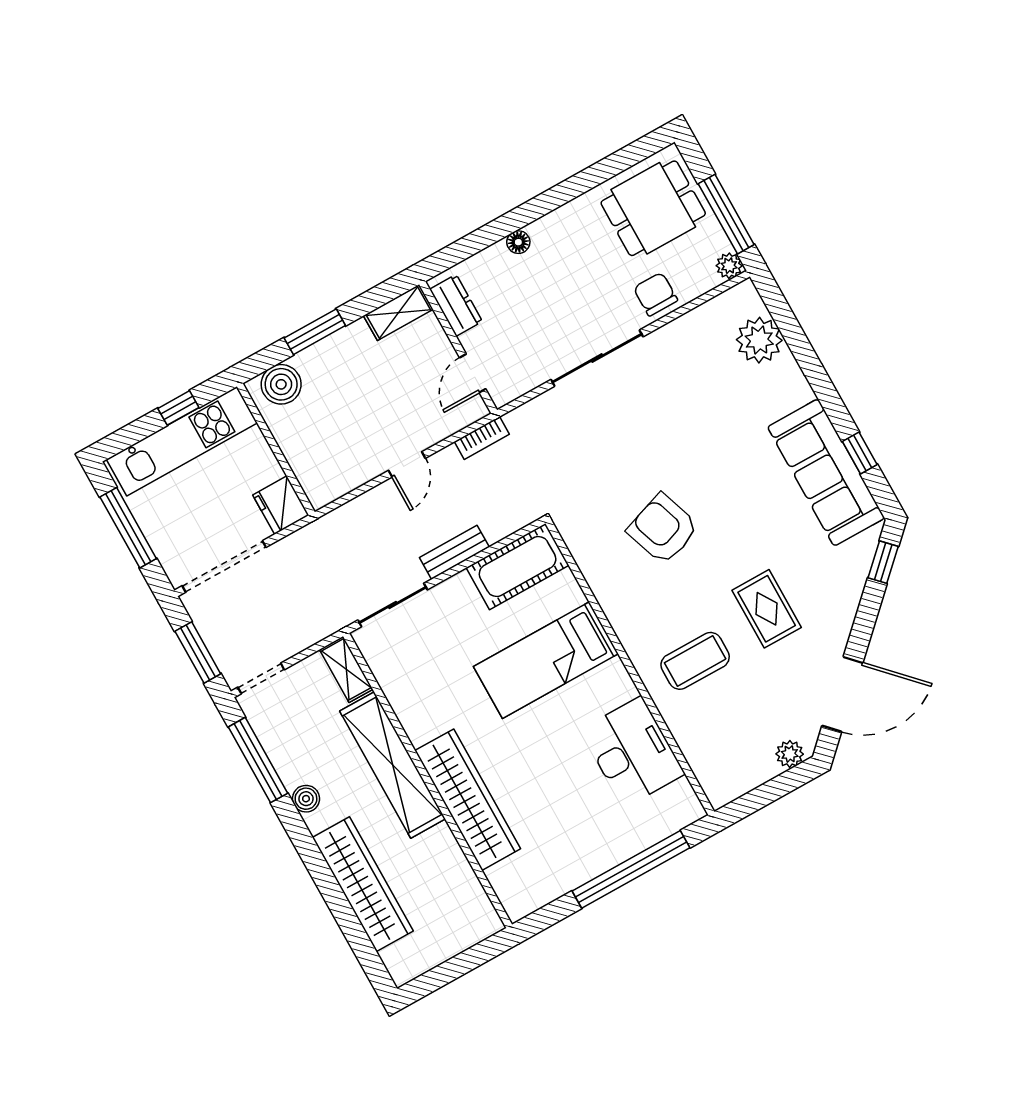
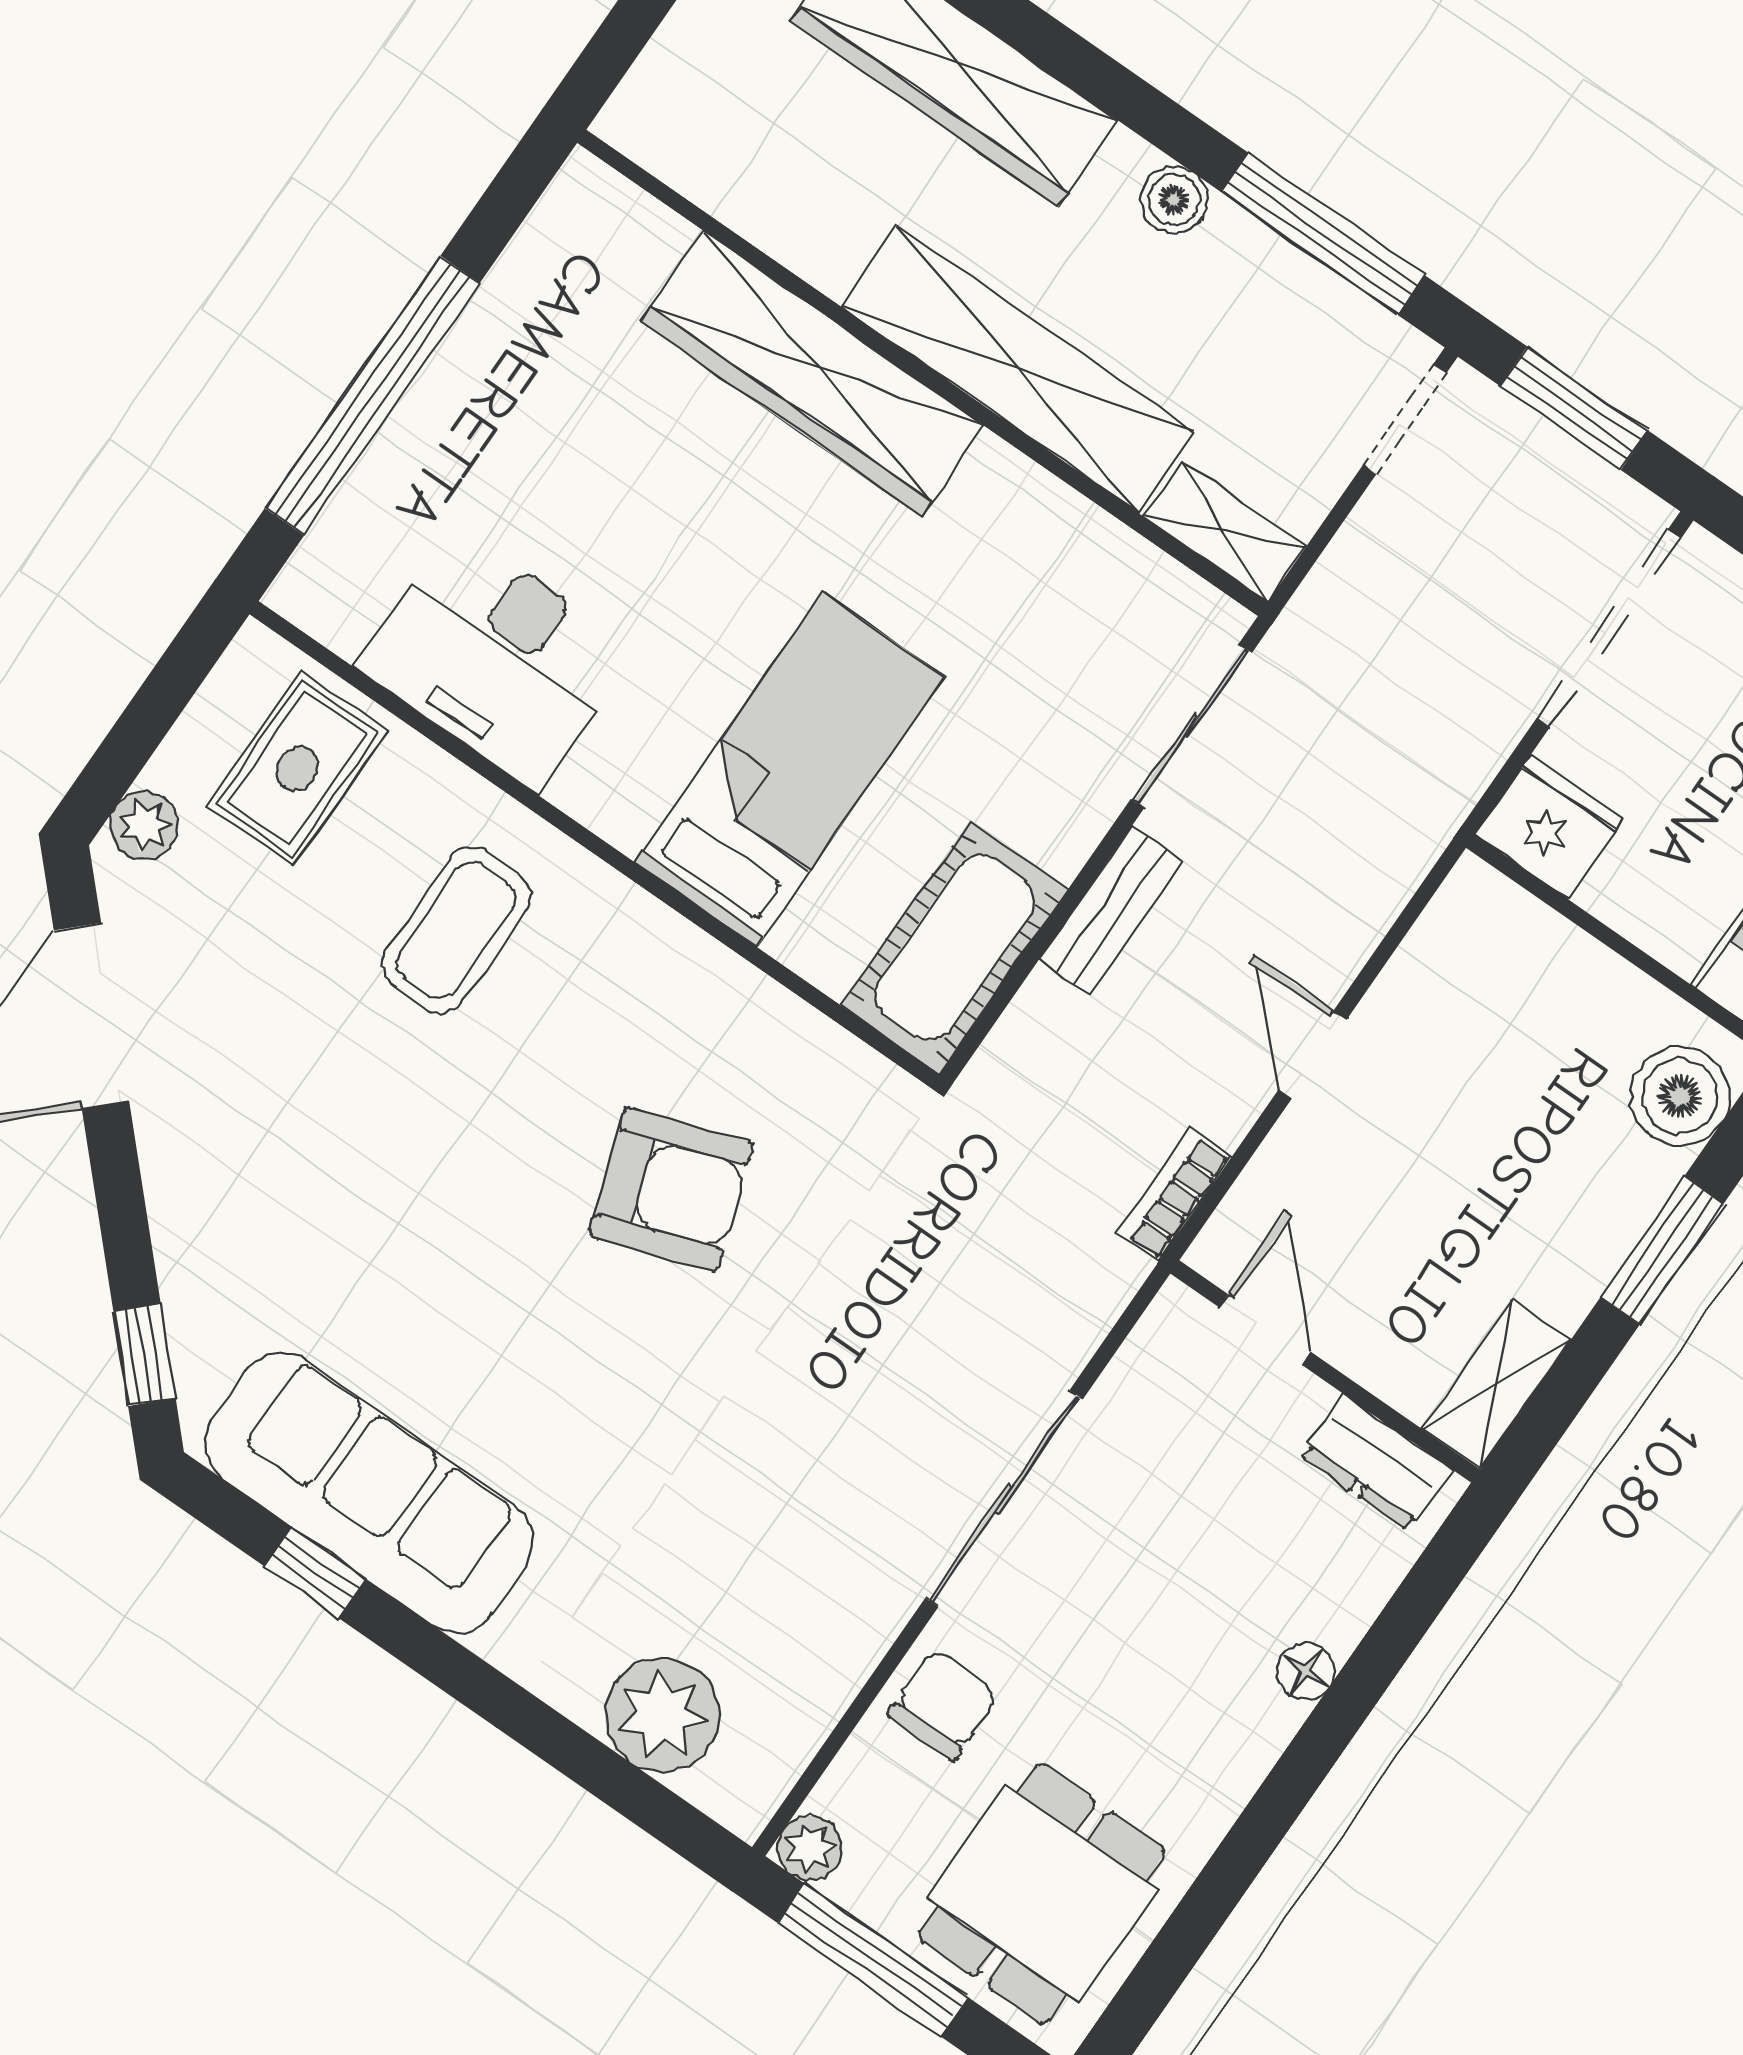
chair: (655, 294) -> (943, 1705), turned -90
rug: (767, 609) -> (297, 768), moved, turned 90

